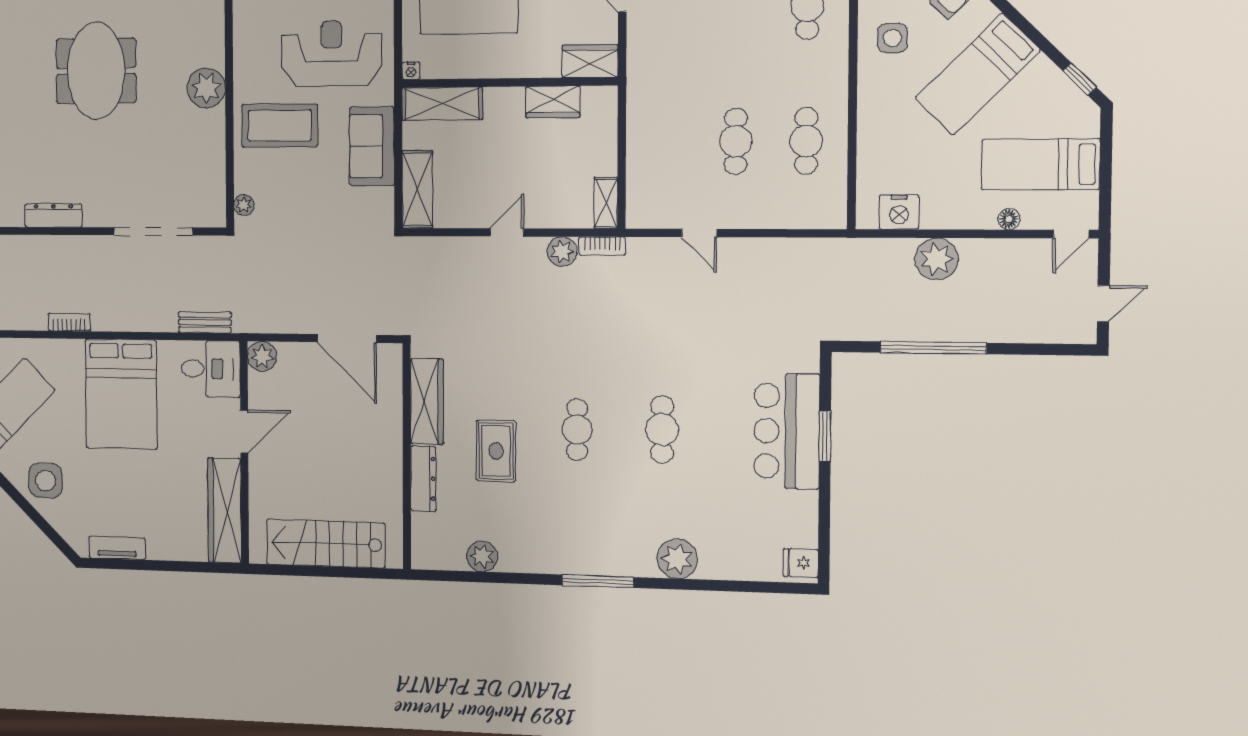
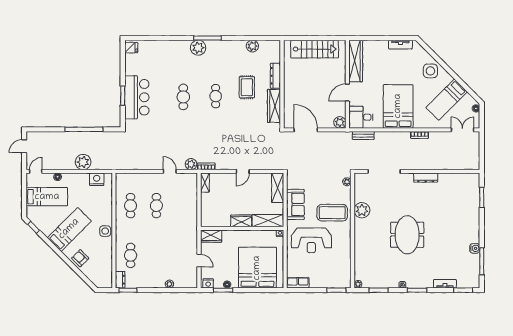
side table: (892, 38) -> (105, 231), moved
plant: (206, 88) -> (362, 210), moved
wardrobe: (553, 102) -> (241, 221), moved
plant: (562, 252) -> (191, 164), moved
plant: (677, 559) -> (198, 48), moved

